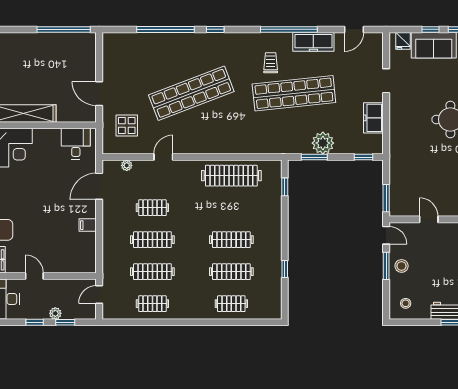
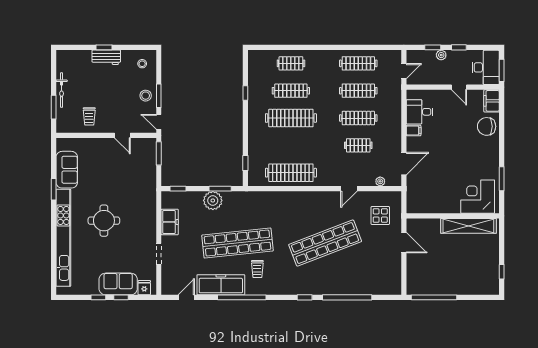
freezer: (313, 42) -> (221, 285), width x1.36, depth x1.26
desk: (76, 144) -> (420, 112), moved, turned 90
clothes rail: (231, 240) -> (291, 118), width x1.37, depth x1.31
clothes rail: (152, 304) -> (358, 63), width x1.36

